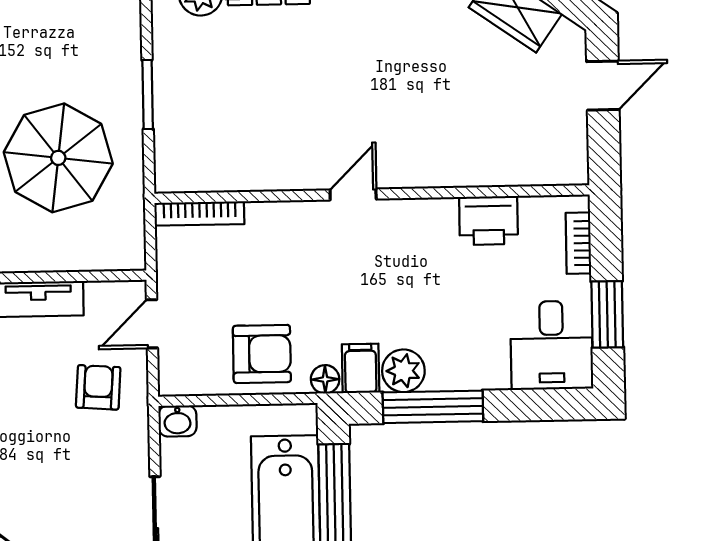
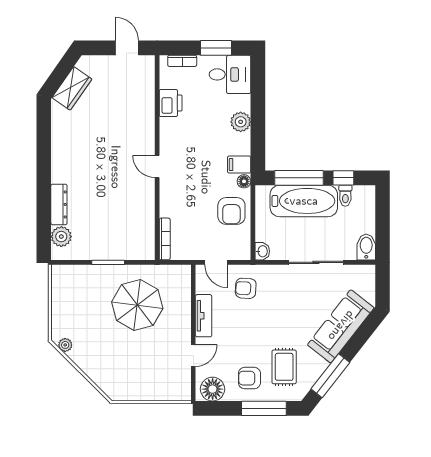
door: (603, 86) -> (127, 48), moved
armchair: (262, 354) -> (231, 211), turned 180
plant: (403, 371) -> (241, 122), moved
window: (433, 407) -> (258, 131), removed

